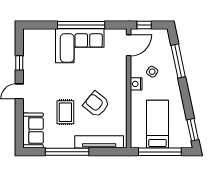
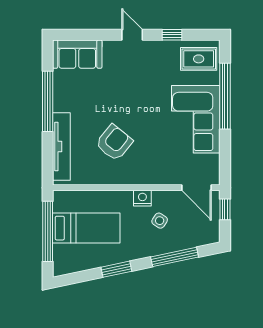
window: (81, 25) -> (225, 96), moved
rug: (65, 112) -> (199, 59), moved
window: (193, 130) -> (116, 269), moved

